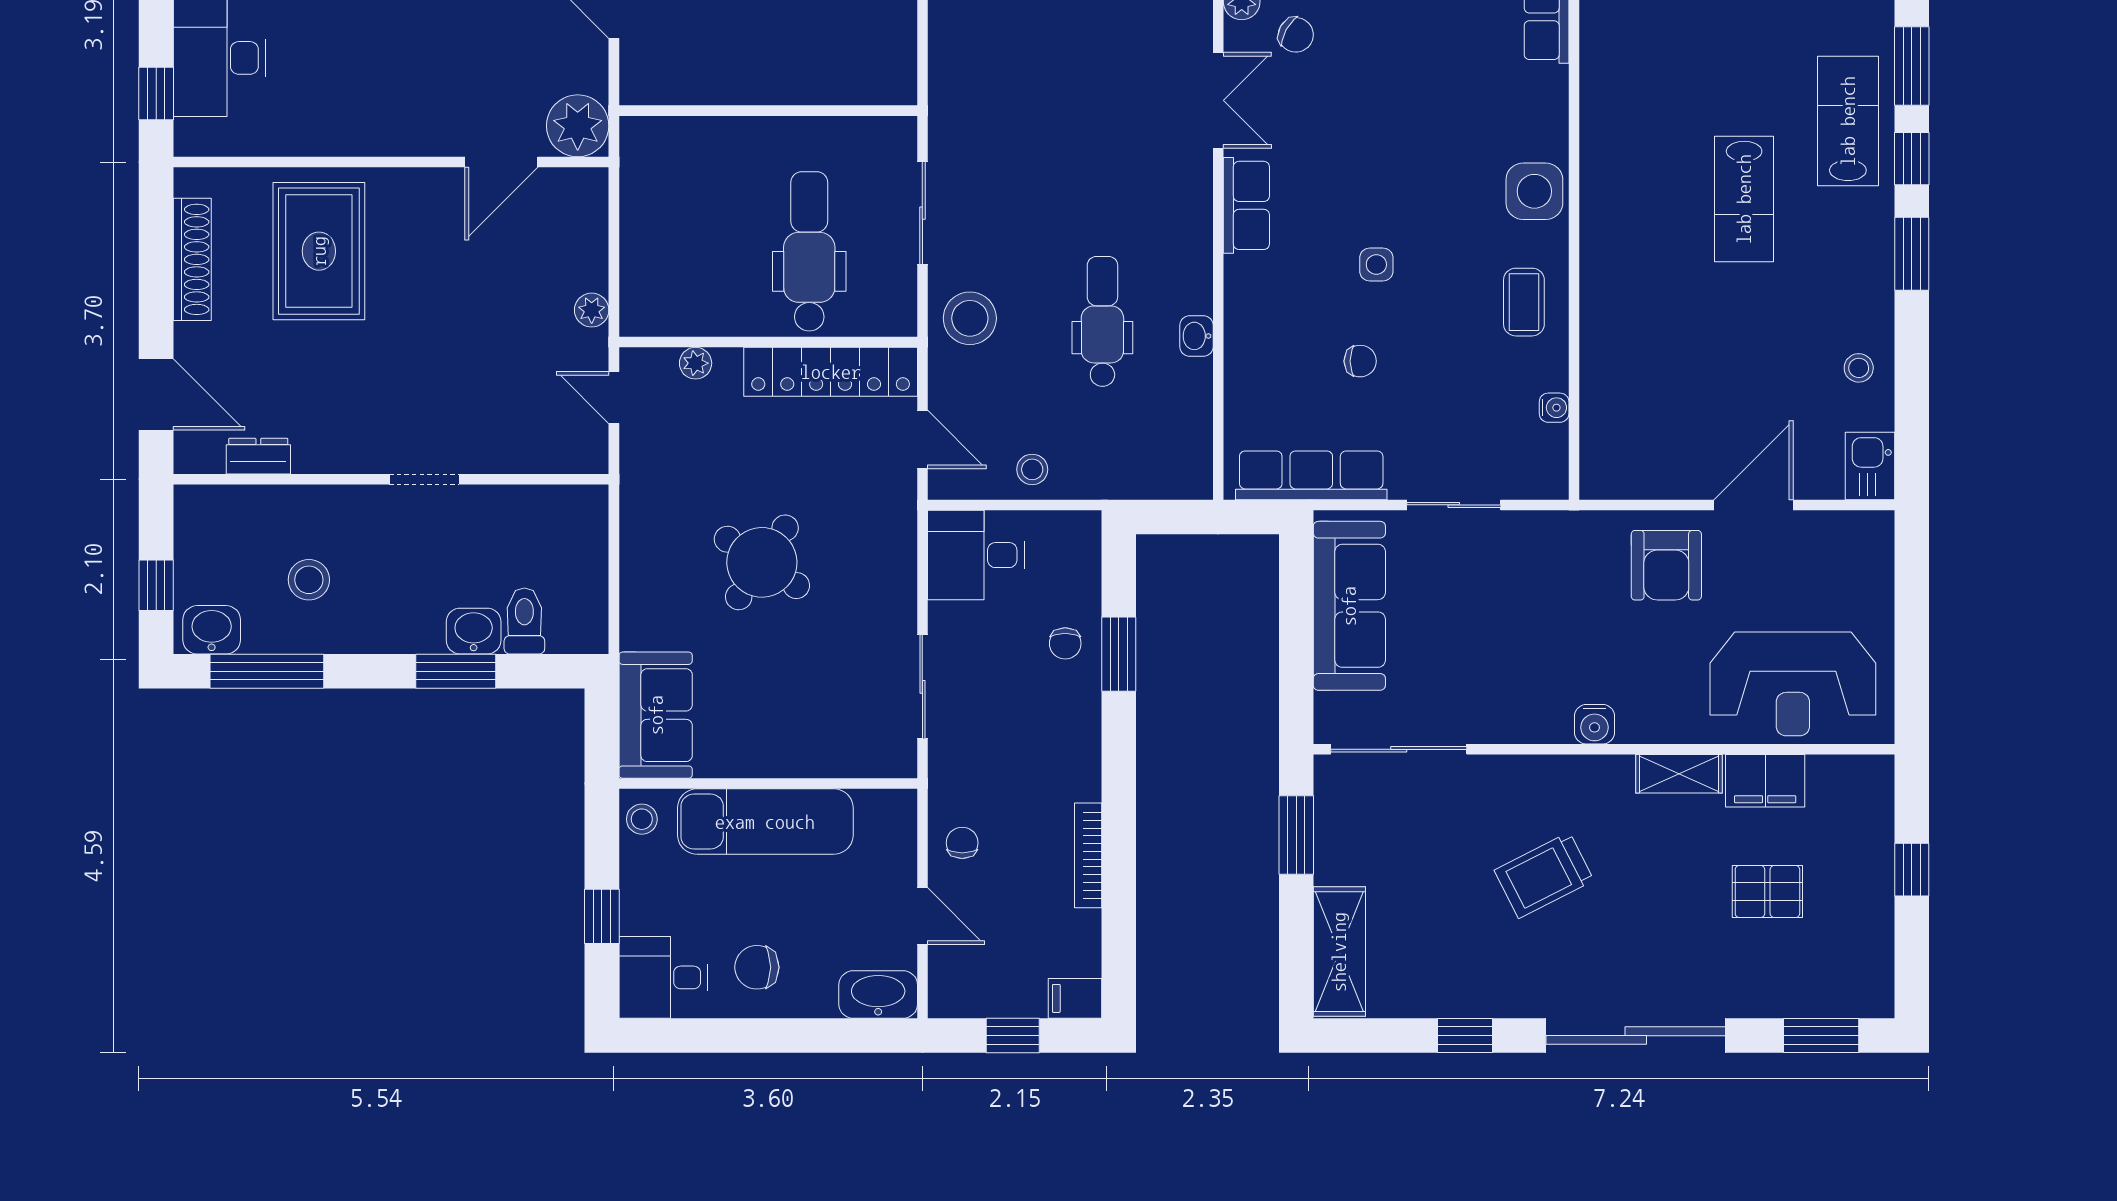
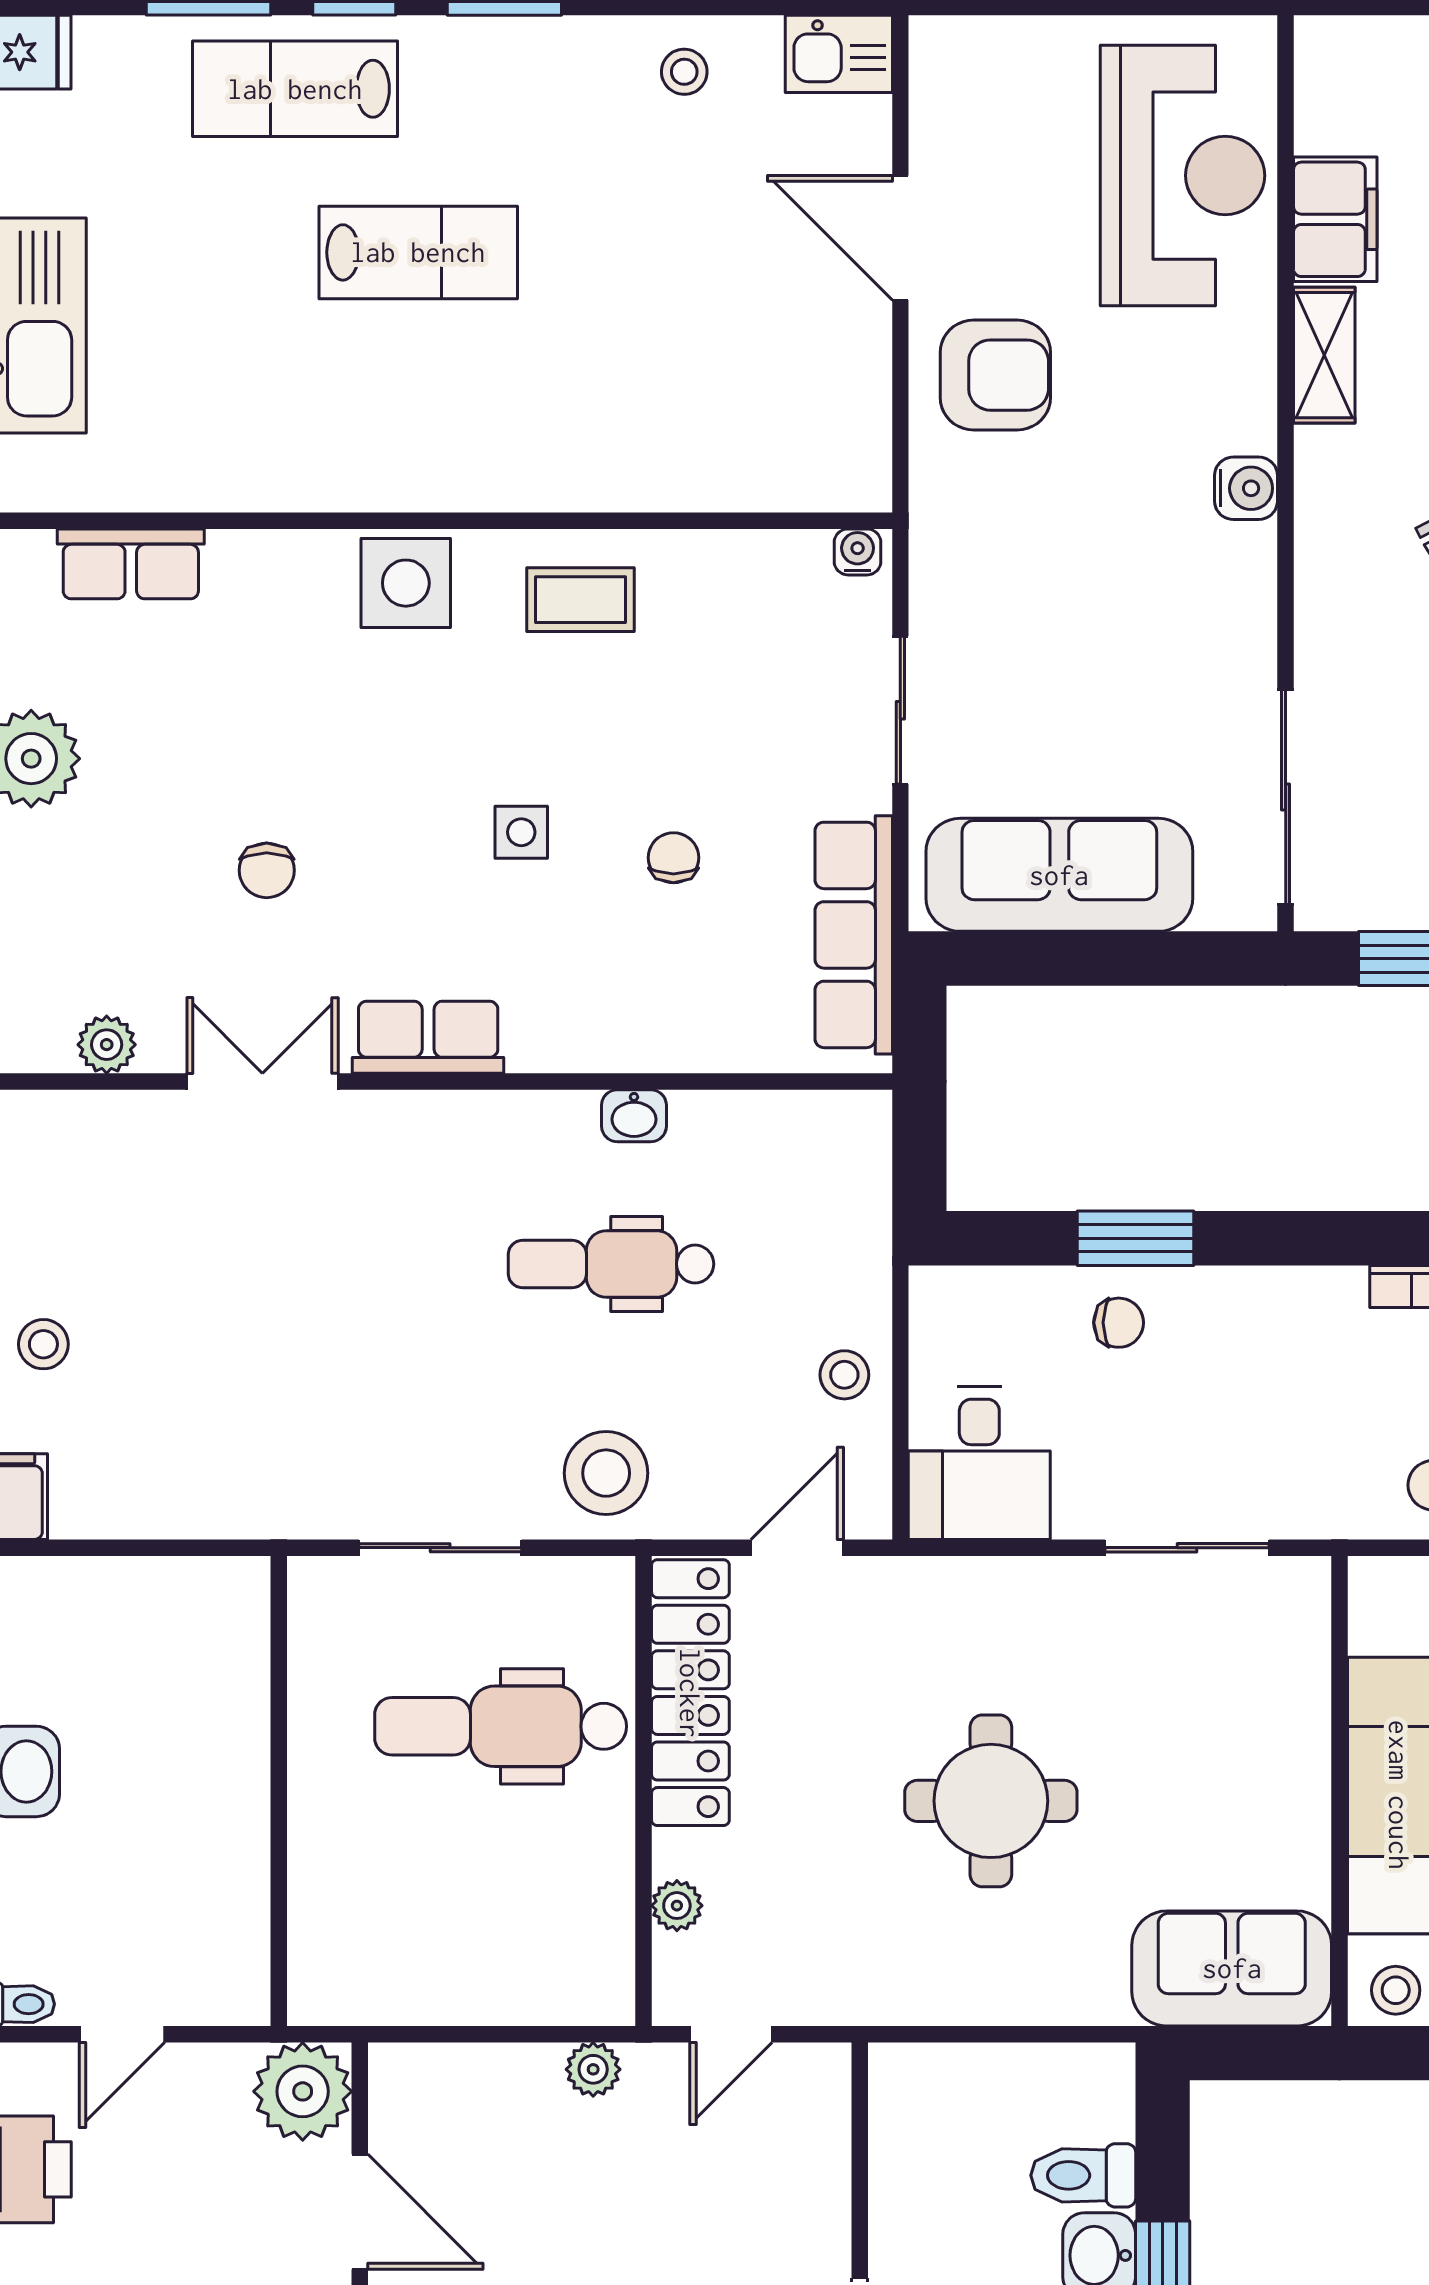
chair: (1296, 35) -> (267, 870), moved, turned 151
water cooler: (1554, 408) -> (858, 552), moved
round table: (762, 562) -> (991, 1801), turned -34

